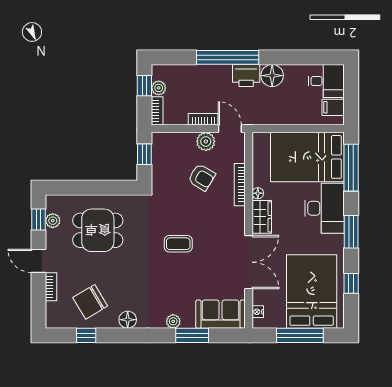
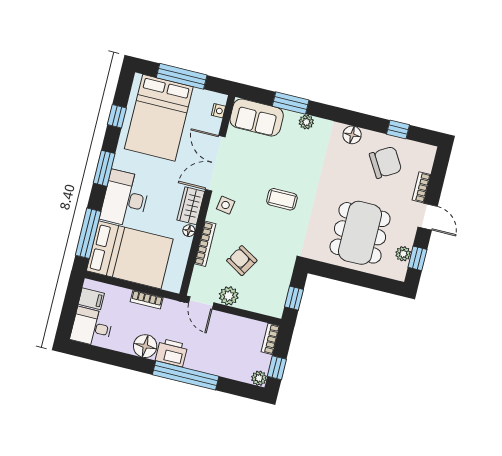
plant: (159, 88) -> (259, 378), moved
bookcase: (203, 119) -> (147, 300), moved
side table: (229, 225) -> (226, 205), added
dining table: (98, 230) -> (360, 233), width x1.37

